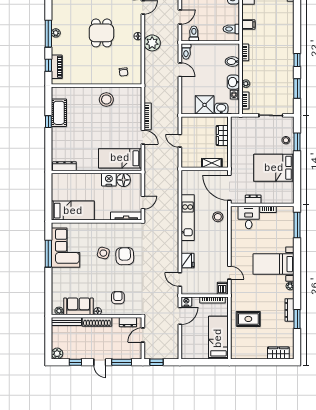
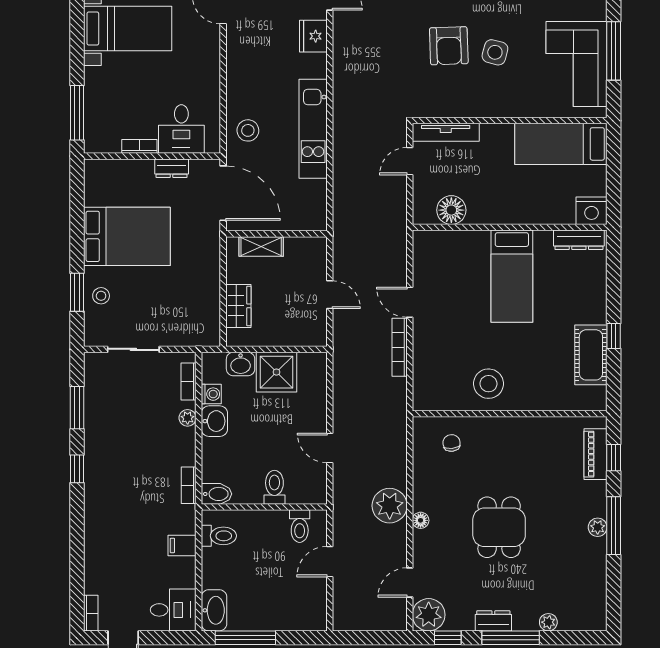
toilet: (186, 51) -> (274, 487), moved
bidet: (232, 62) -> (216, 494), moved
bed: (120, 158) -> (512, 276), moved, turned 90
nightstand: (109, 180) -> (592, 211), moved

